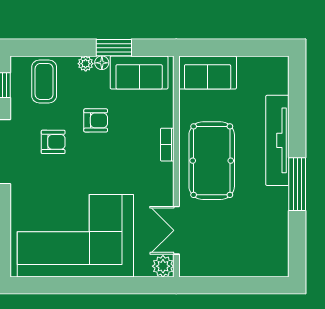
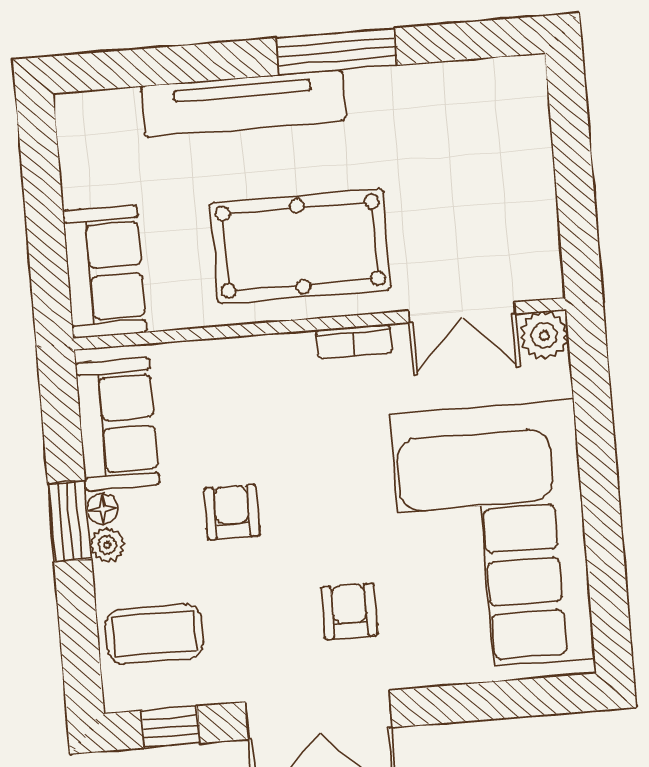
window: (114, 48) -> (70, 522), moved
armchair: (53, 142) -> (349, 611), moved
bookcase: (167, 145) -> (354, 341), moved

